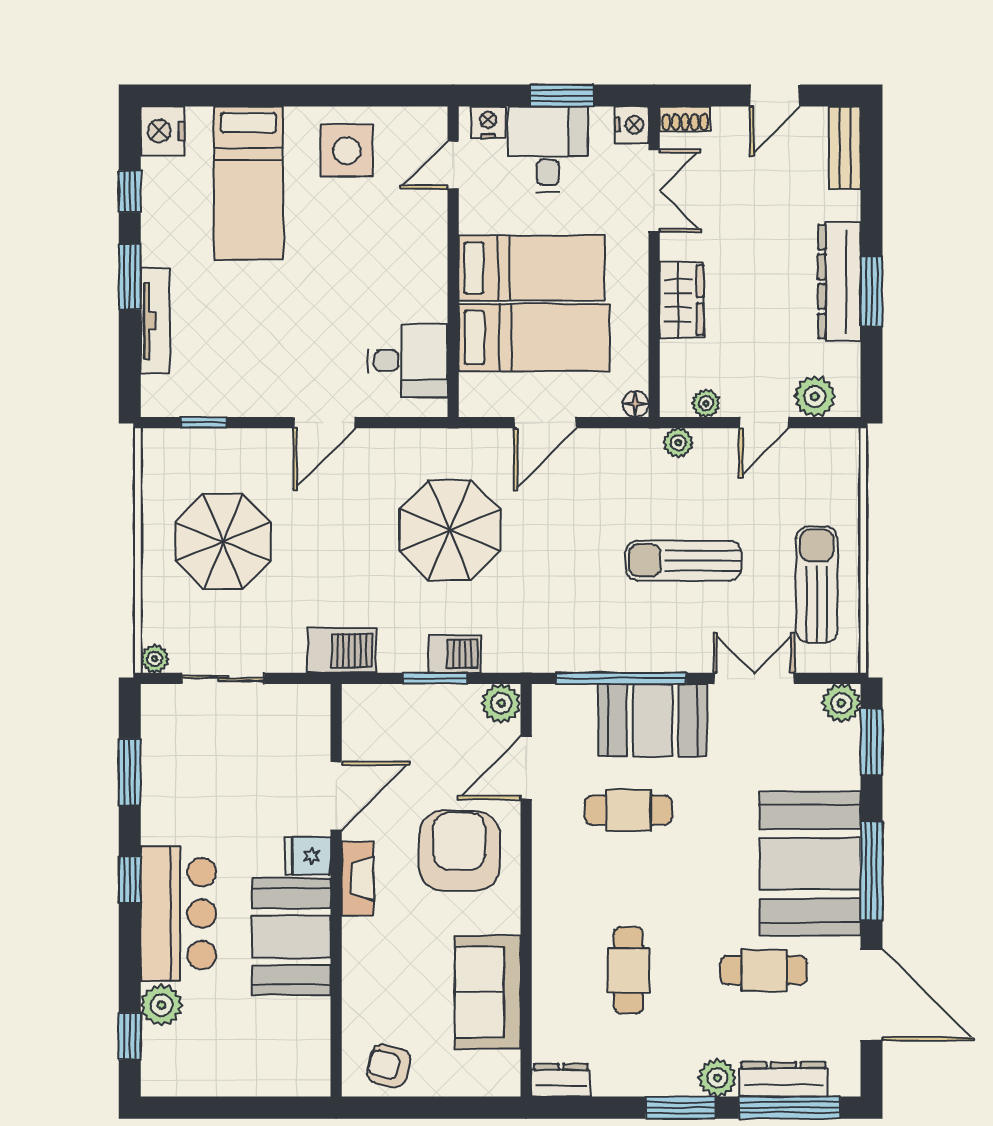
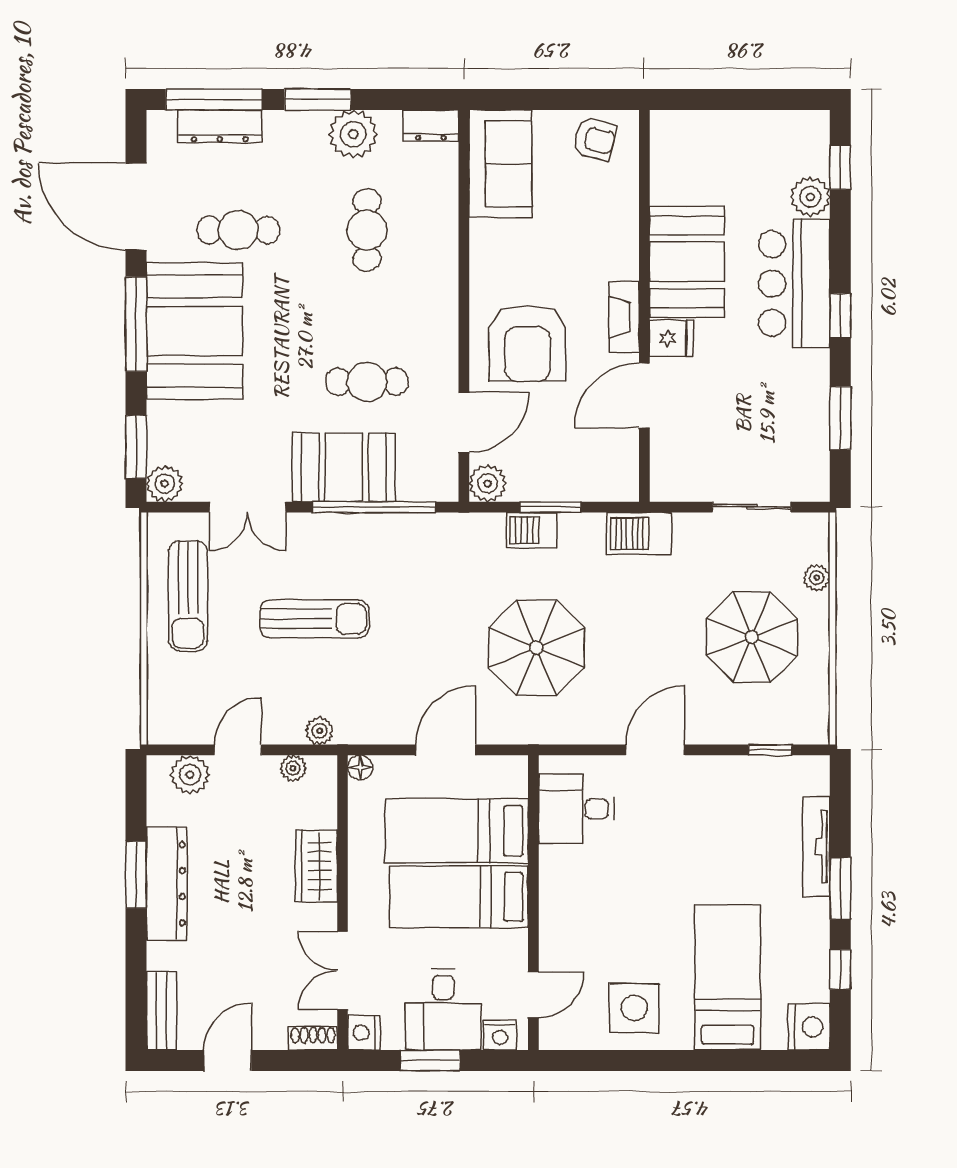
plant: (155, 659) -> (817, 578), moved
sofa: (488, 992) -> (500, 164), moved
plant: (717, 1078) -> (353, 134), moved, width x1.36, depth x1.36

